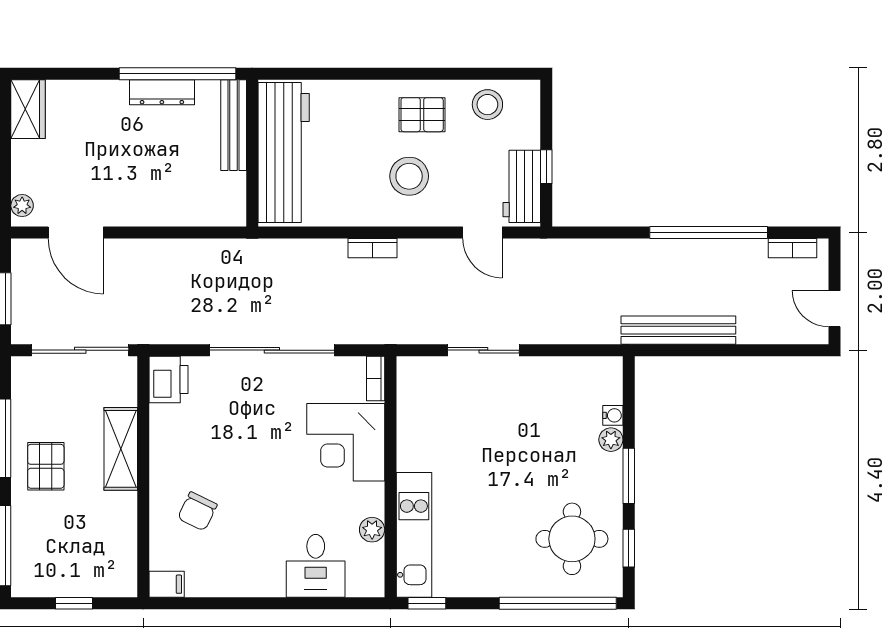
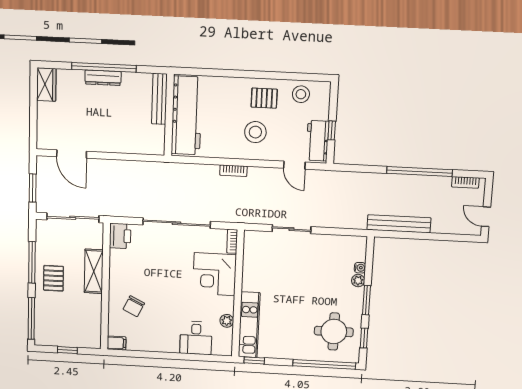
window: (178, 74) -> (104, 67), moved
dresser: (162, 92) -> (103, 78), moved
plant: (22, 206) -> (42, 138), removed

